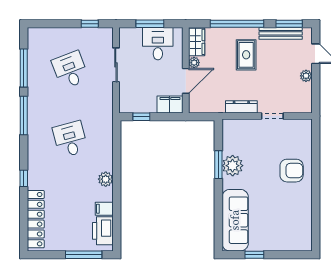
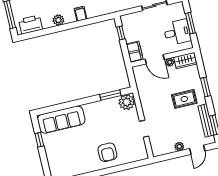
window: (237, 24) -> (205, 87), width x0.47
dresser: (241, 107) -> (145, 104), removed
window: (218, 165) -> (110, 95), moved
plant: (233, 166) -> (127, 102), moved
plant: (106, 179) -> (58, 20), moved
filing cabinet: (104, 209) -> (81, 14), moved

